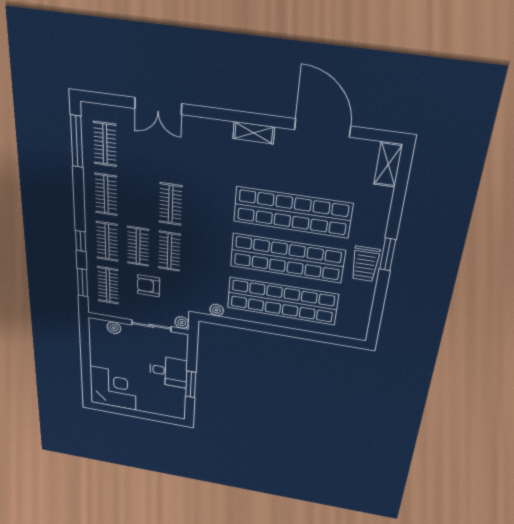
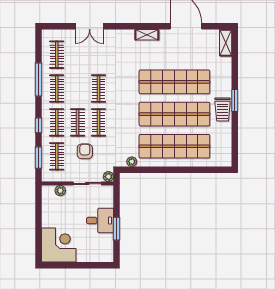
window: (77, 141) -> (39, 80), moved
armchair: (148, 286) -> (85, 151), turned 90

